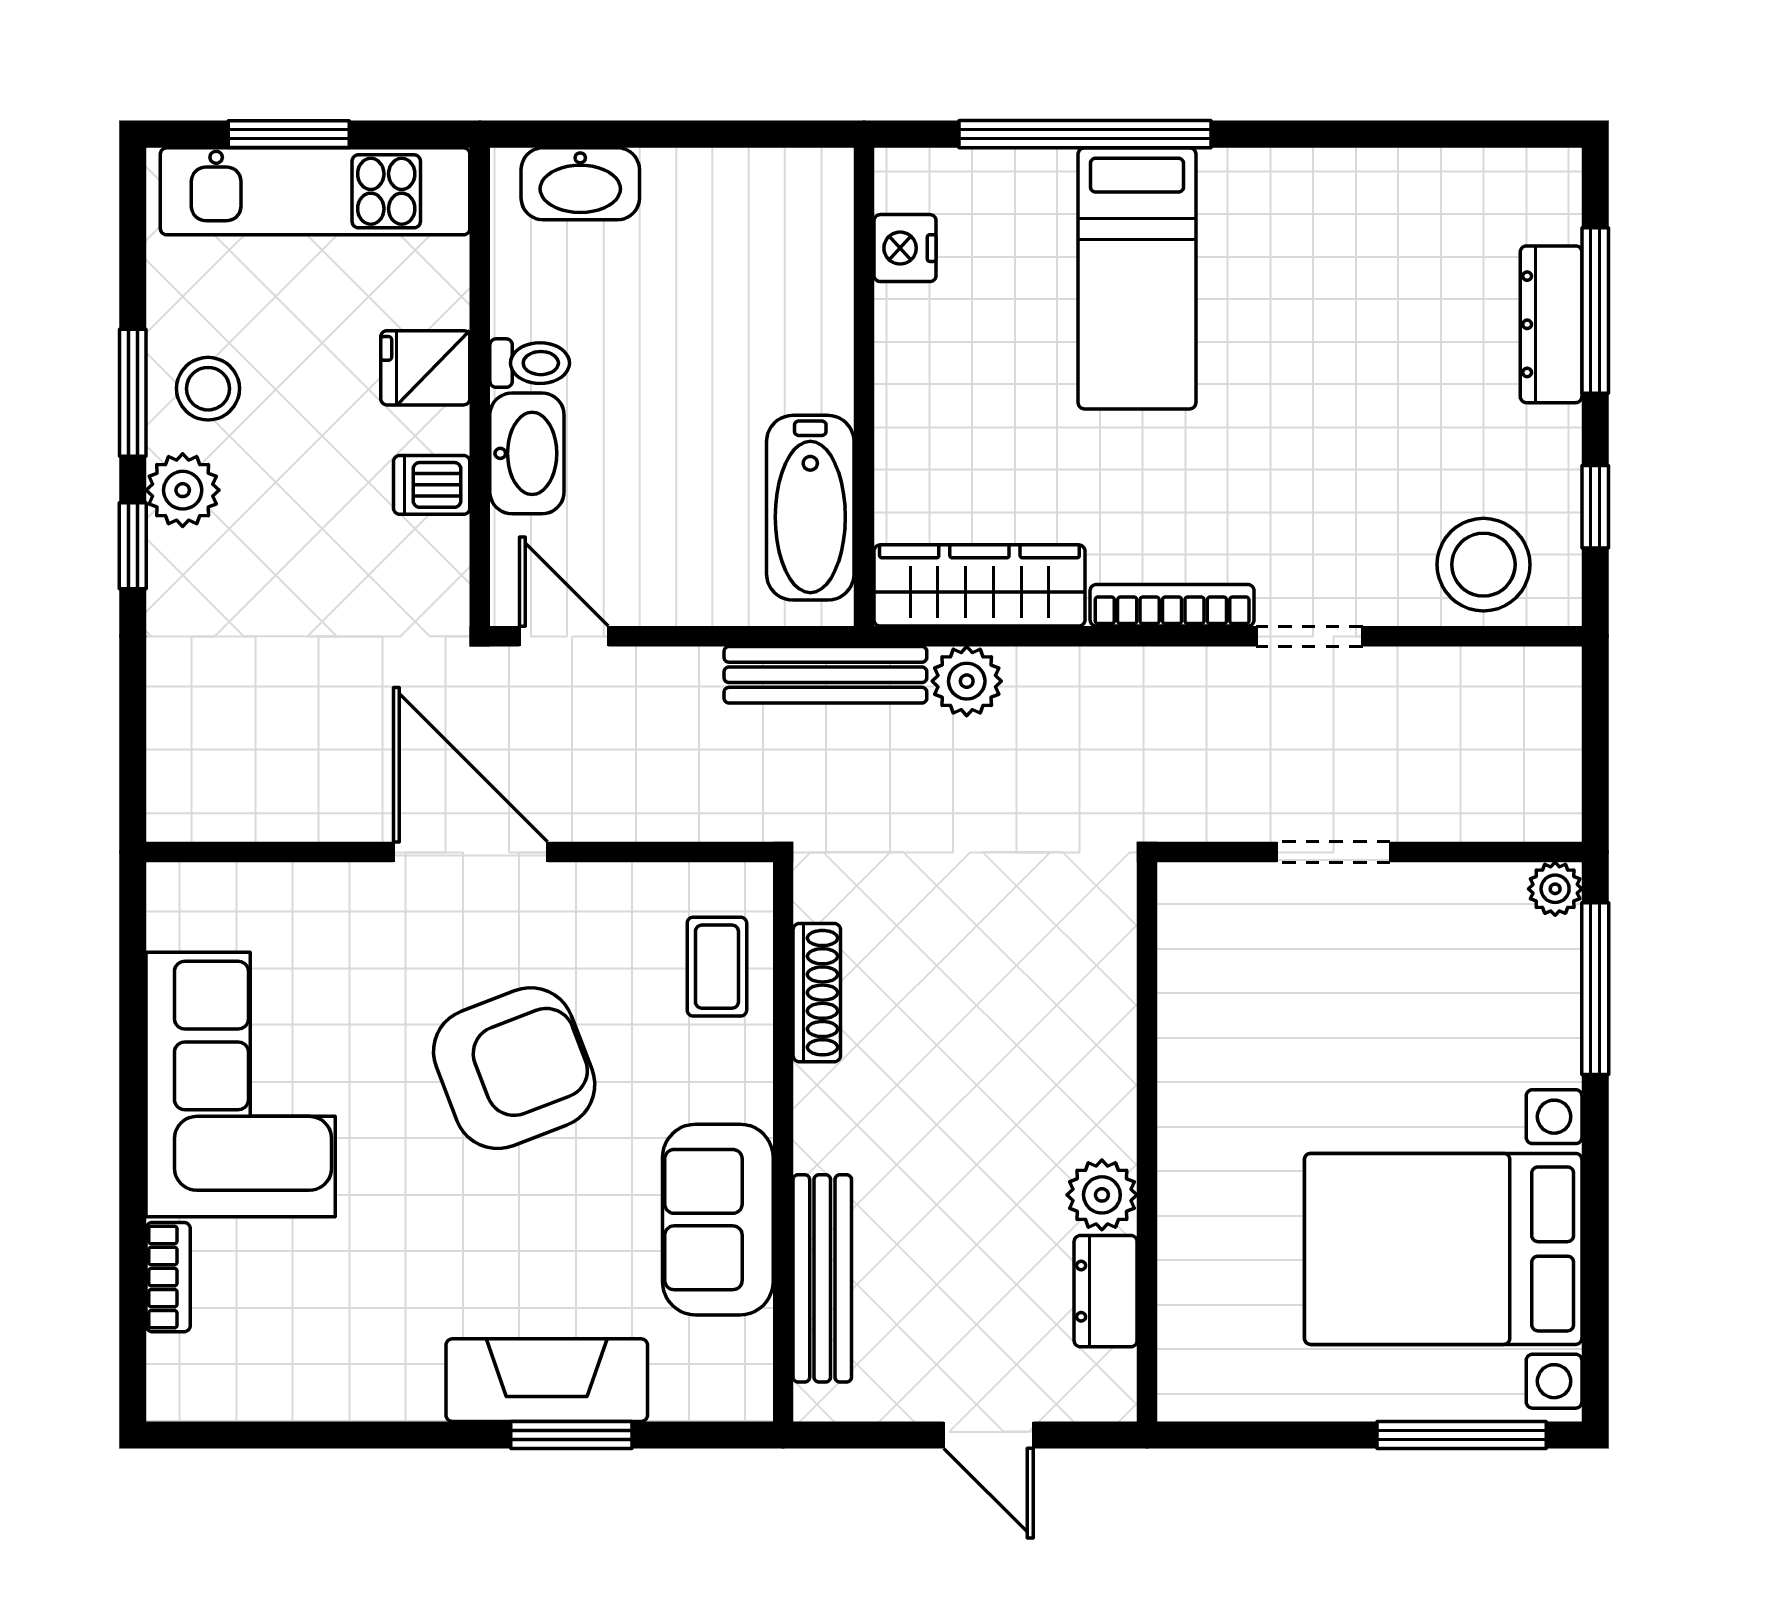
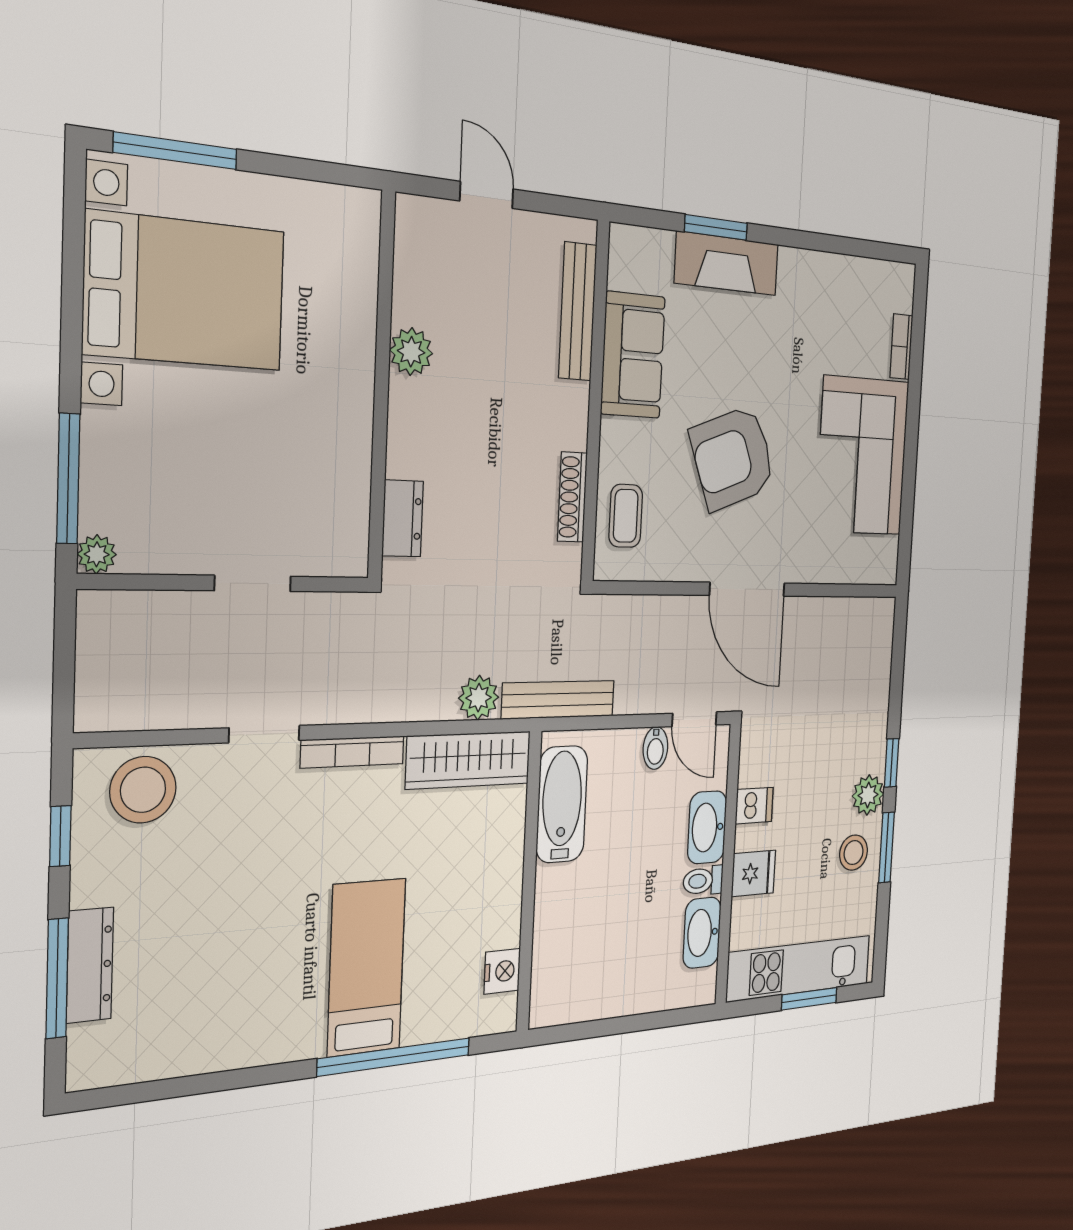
washbasin: (580, 184) -> (702, 933), moved, turned -90
bidet: (638, 591) -> (655, 748), added
dresser: (1106, 1291) -> (403, 518), moved

